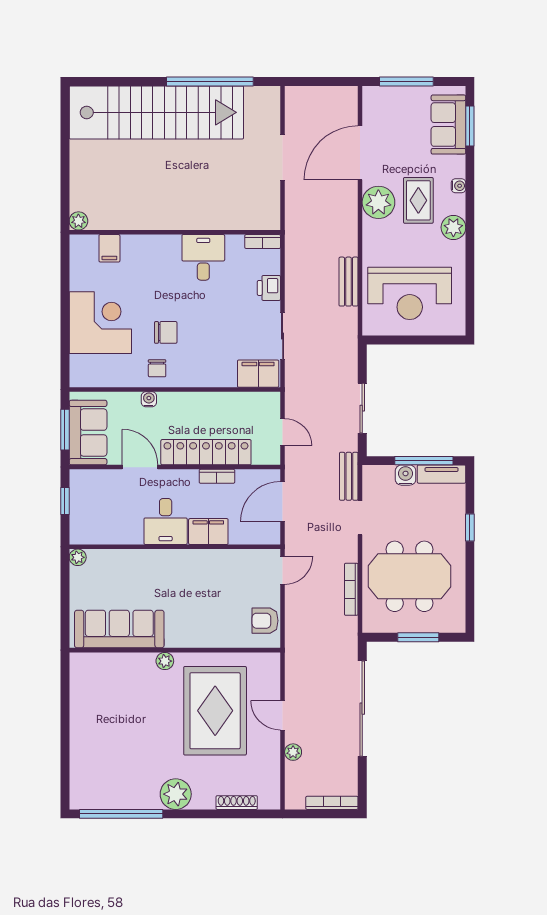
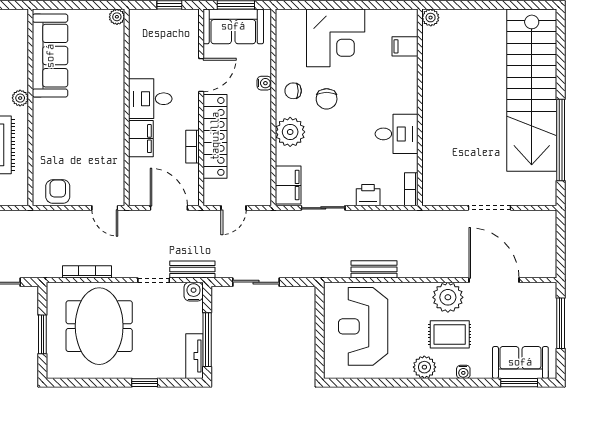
plant: (201, 372) -> (290, 132), added
water cooler: (406, 475) -> (194, 292), moved, turned -90

